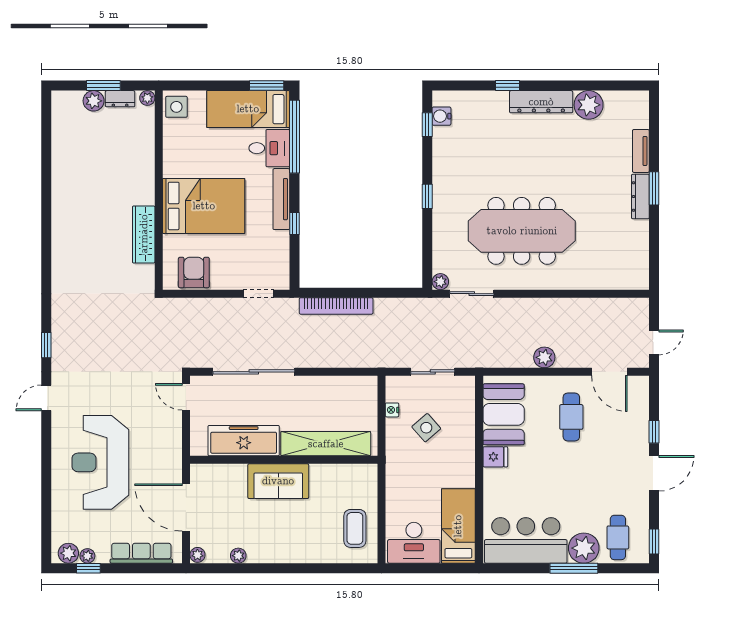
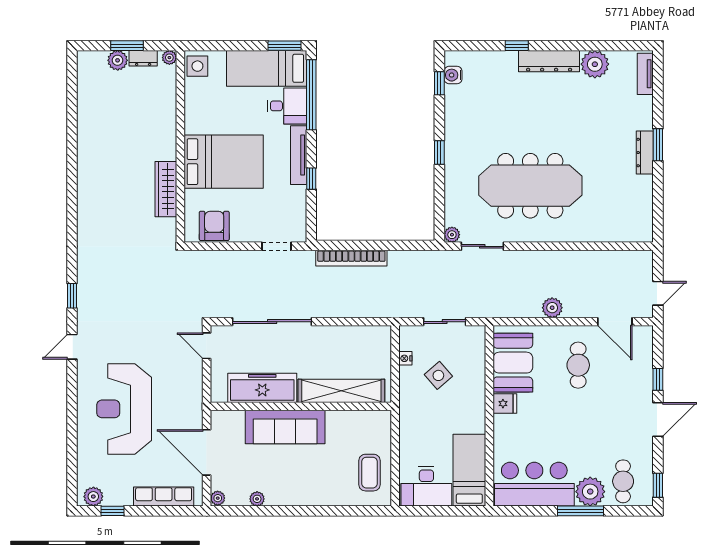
tv unit: (641, 151) -> (645, 74), moved
sofa: (278, 481) -> (285, 427), width x1.36
plant: (87, 556) -> (112, 499), removed

